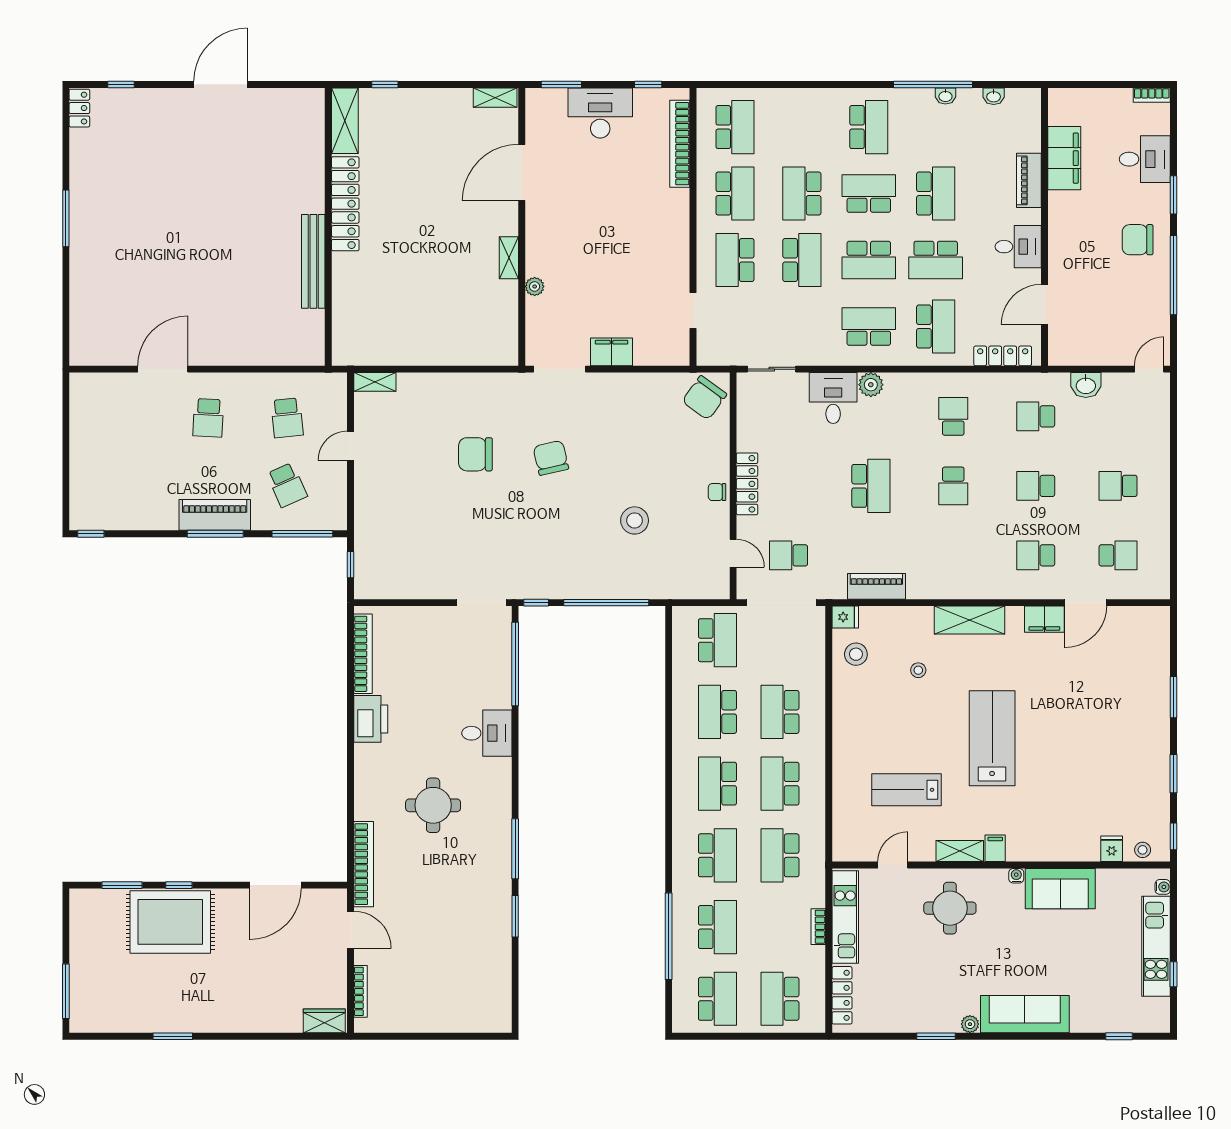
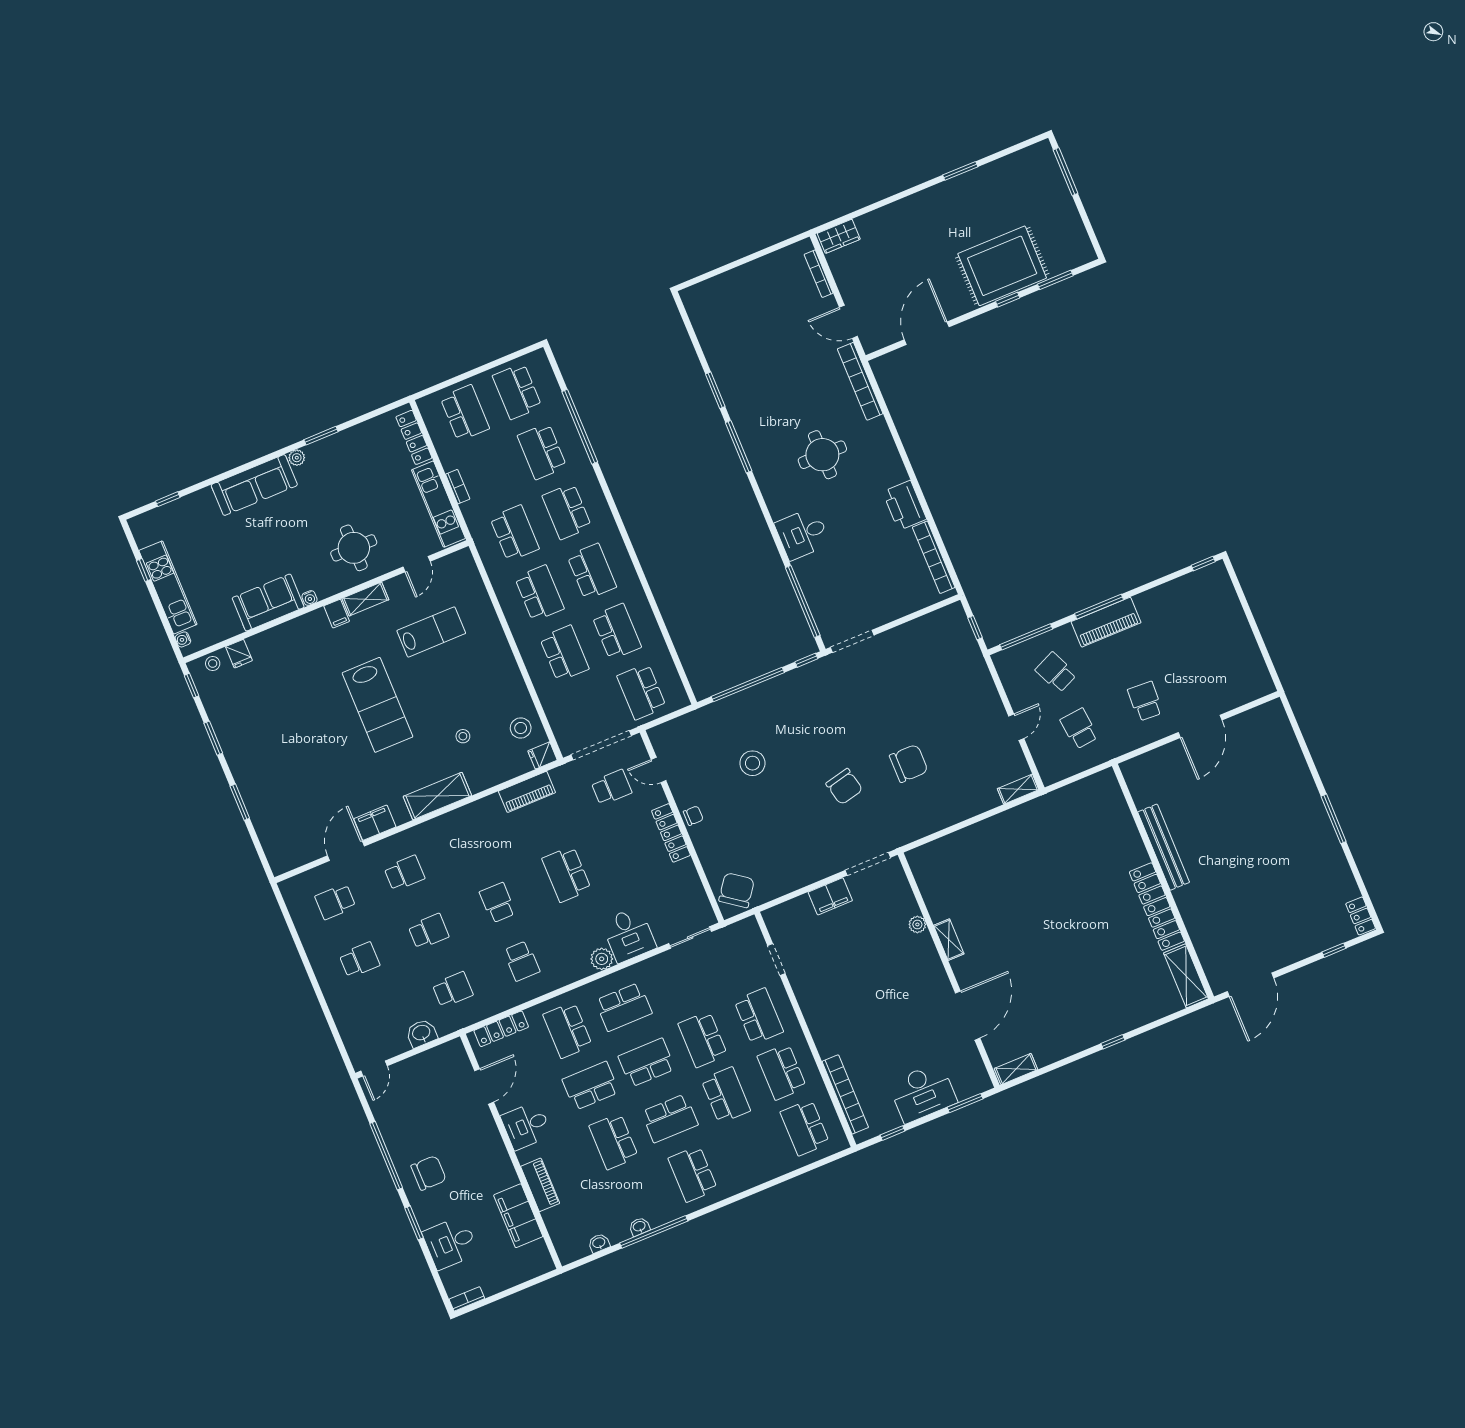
shelving: (345, 121) -> (1186, 976), moved
locker: (345, 204) -> (1157, 907), moved
wall: (328, 227) -> (1163, 881), moved
bench: (313, 261) -> (1164, 847), moved

